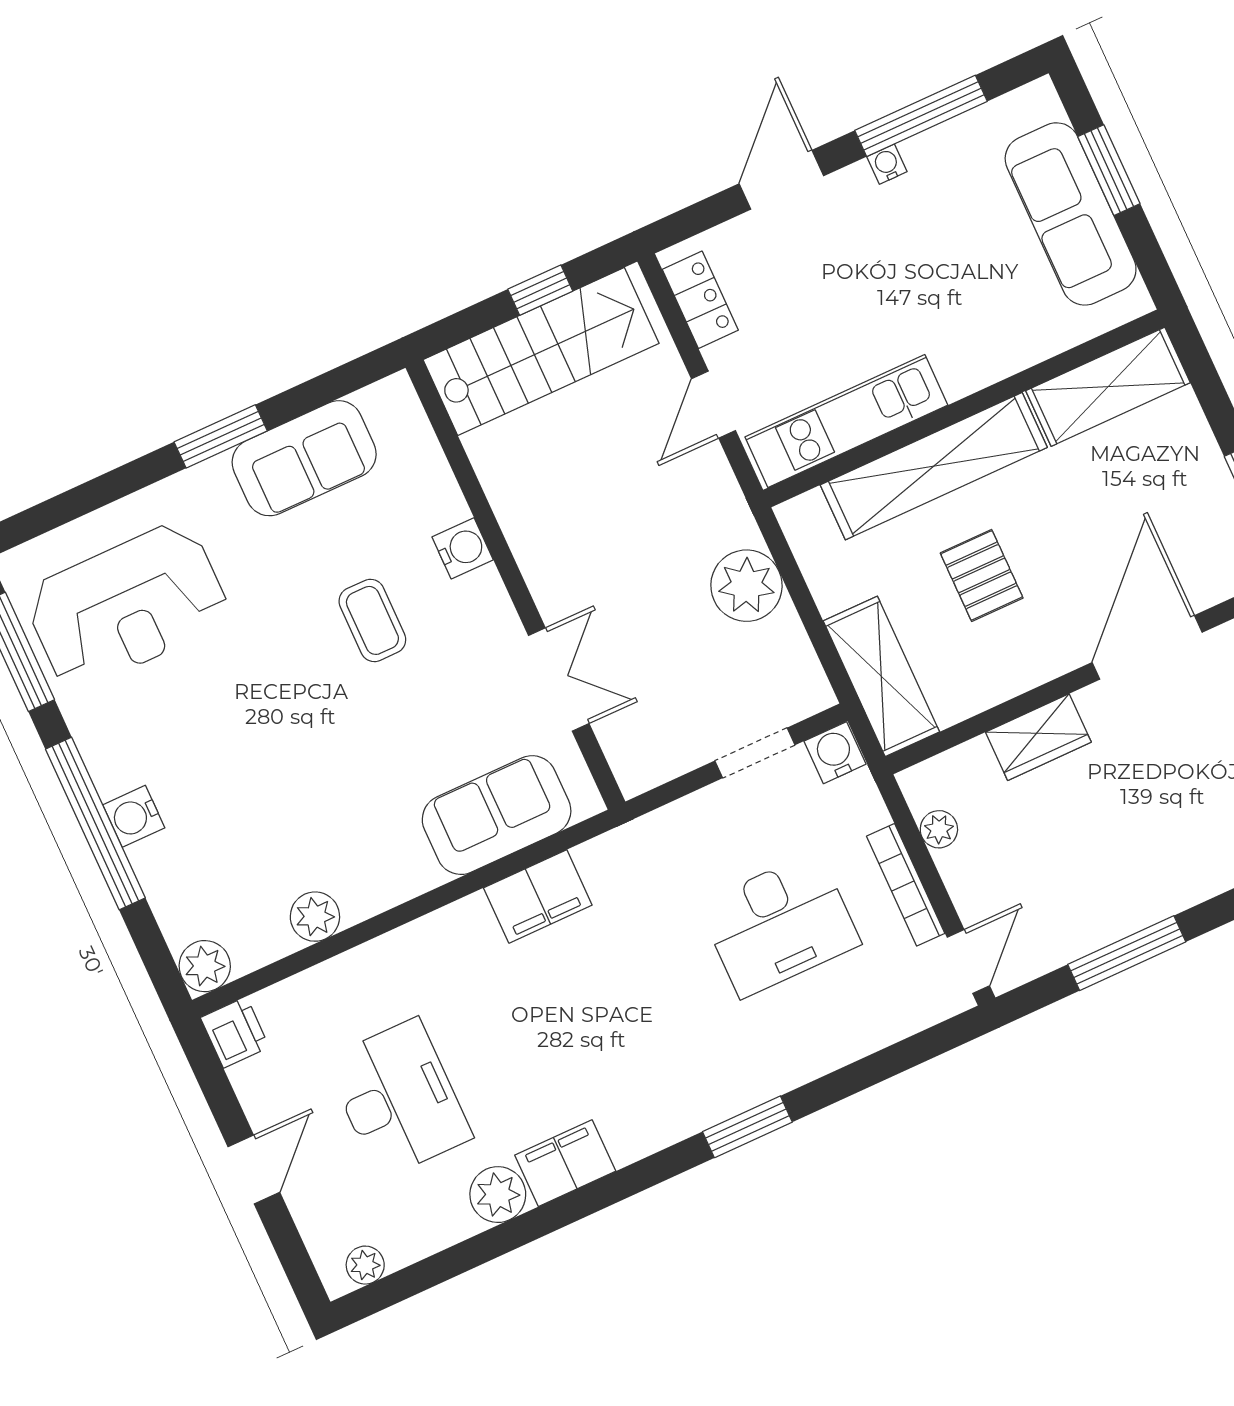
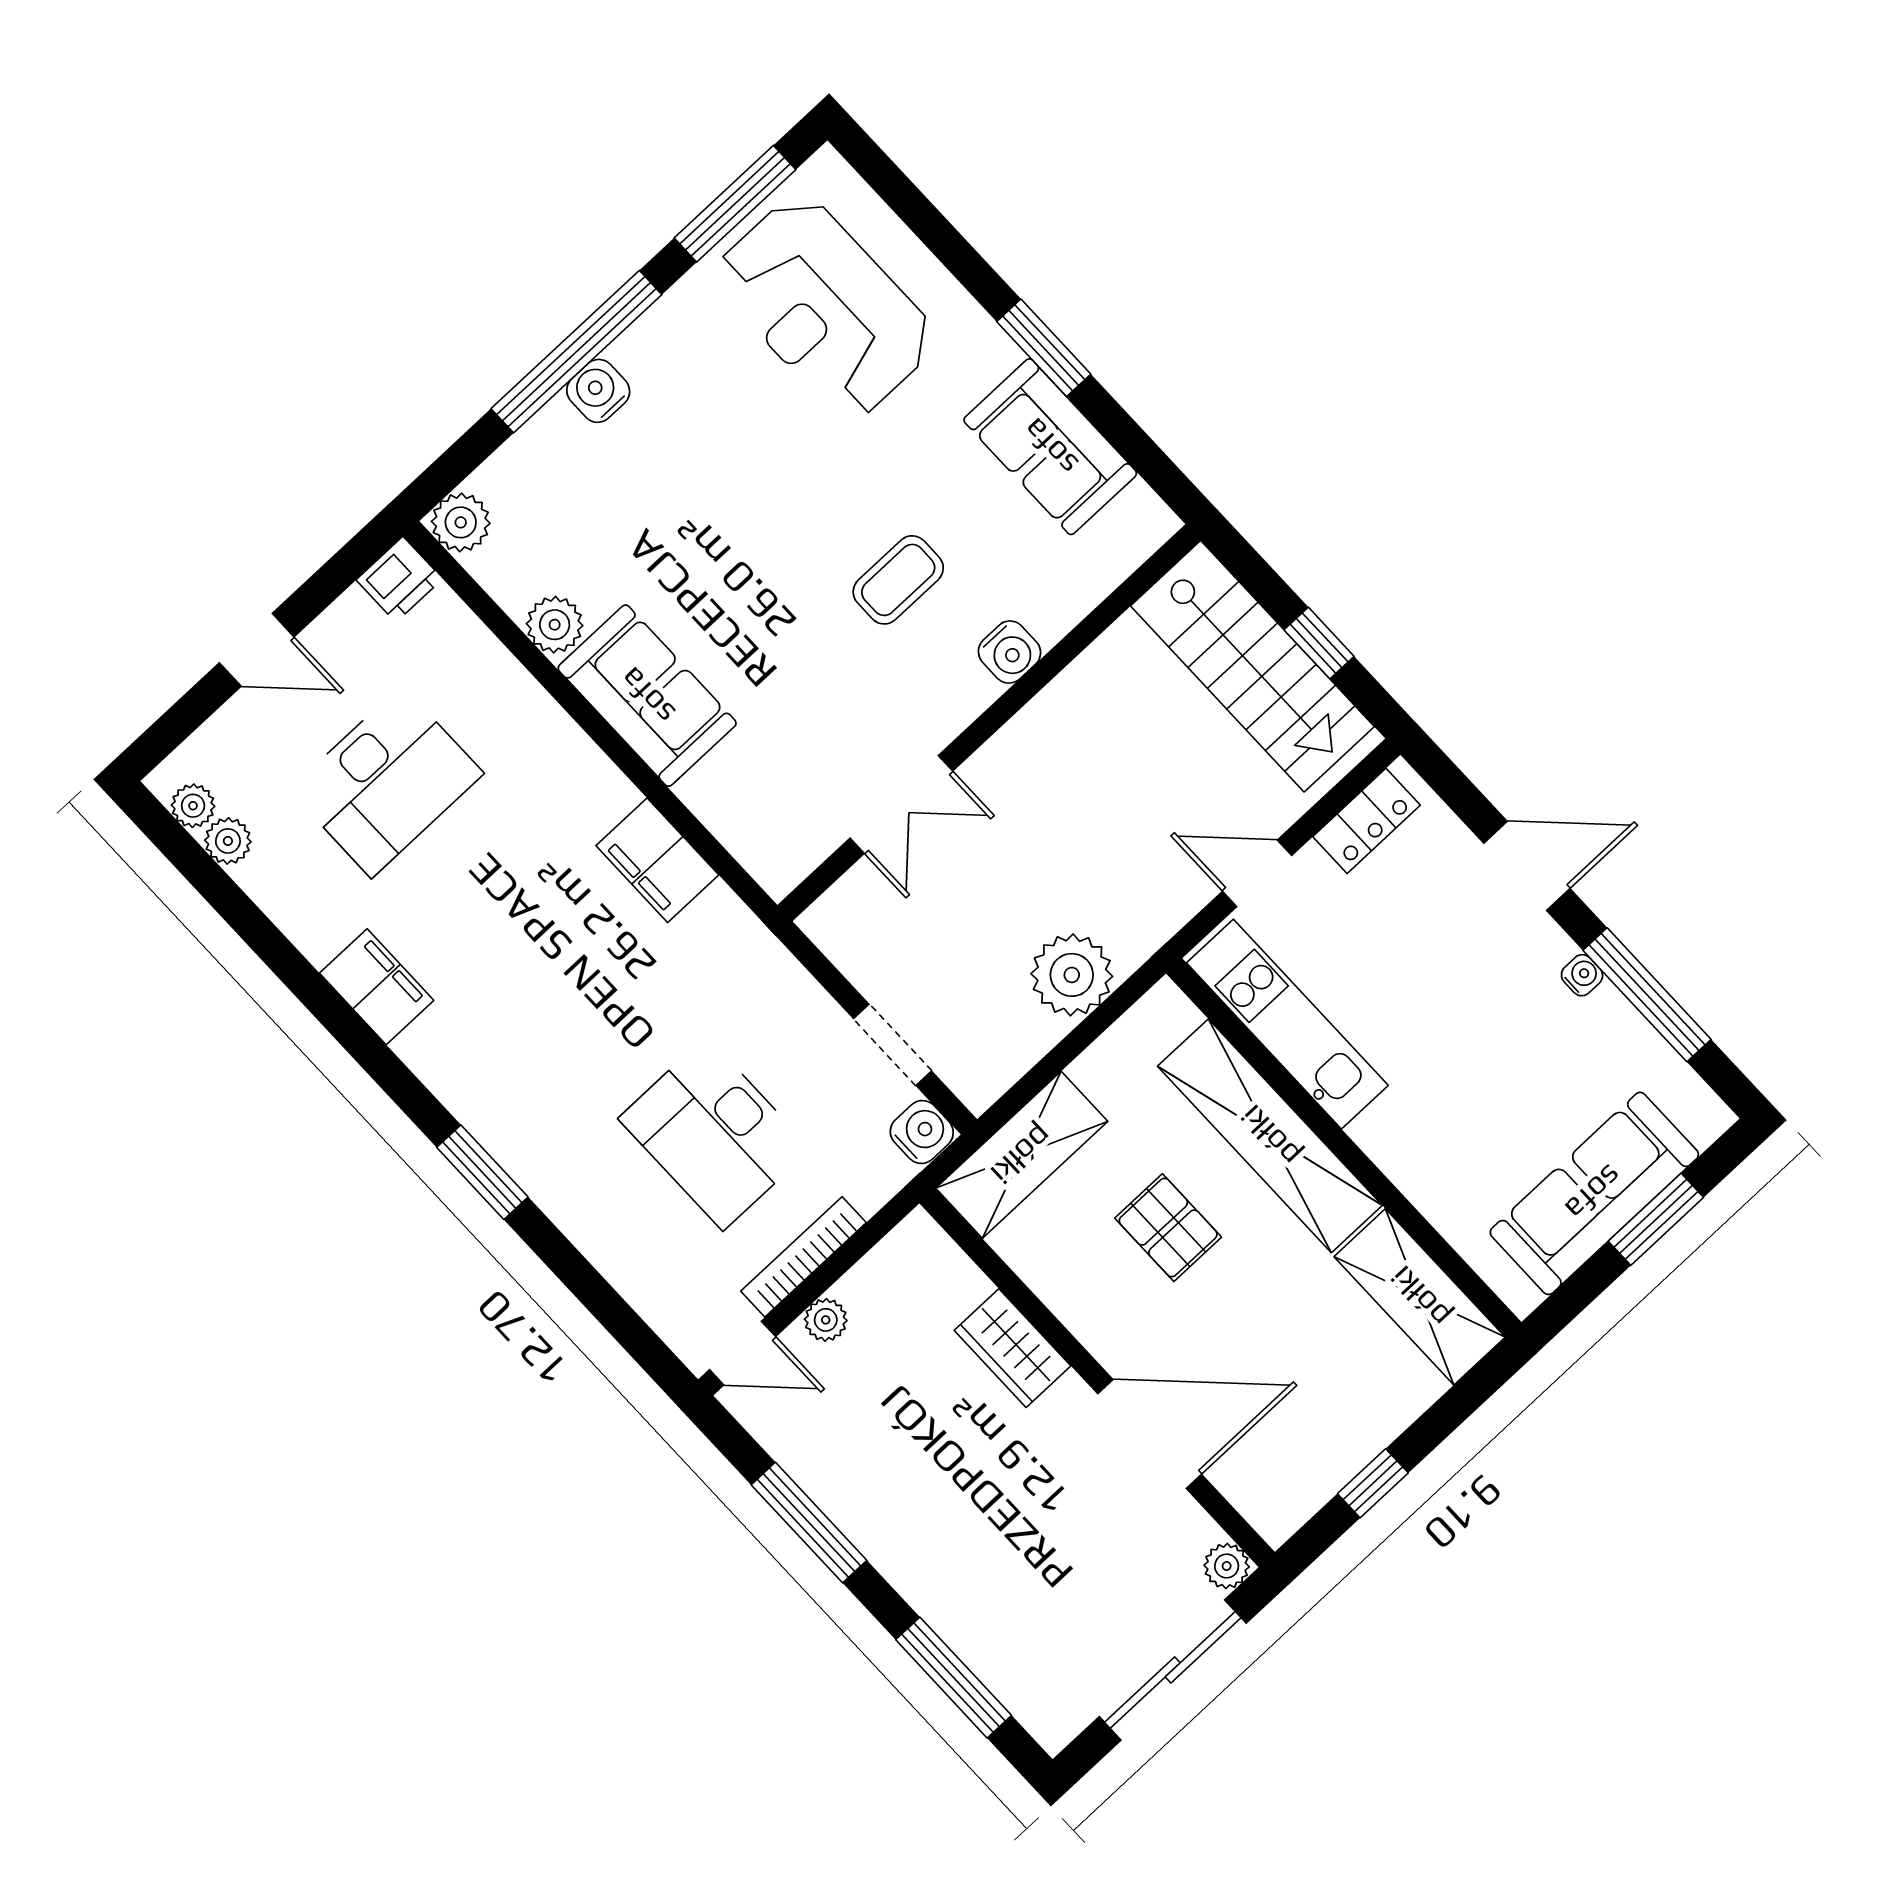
pallet: (982, 575) -> (1168, 1228), turned 90
sofa: (497, 815) -> (647, 696), moved
plant: (939, 829) -> (826, 1320), moved
plant: (498, 1195) -> (228, 841), moved, width x0.73, depth x0.73

